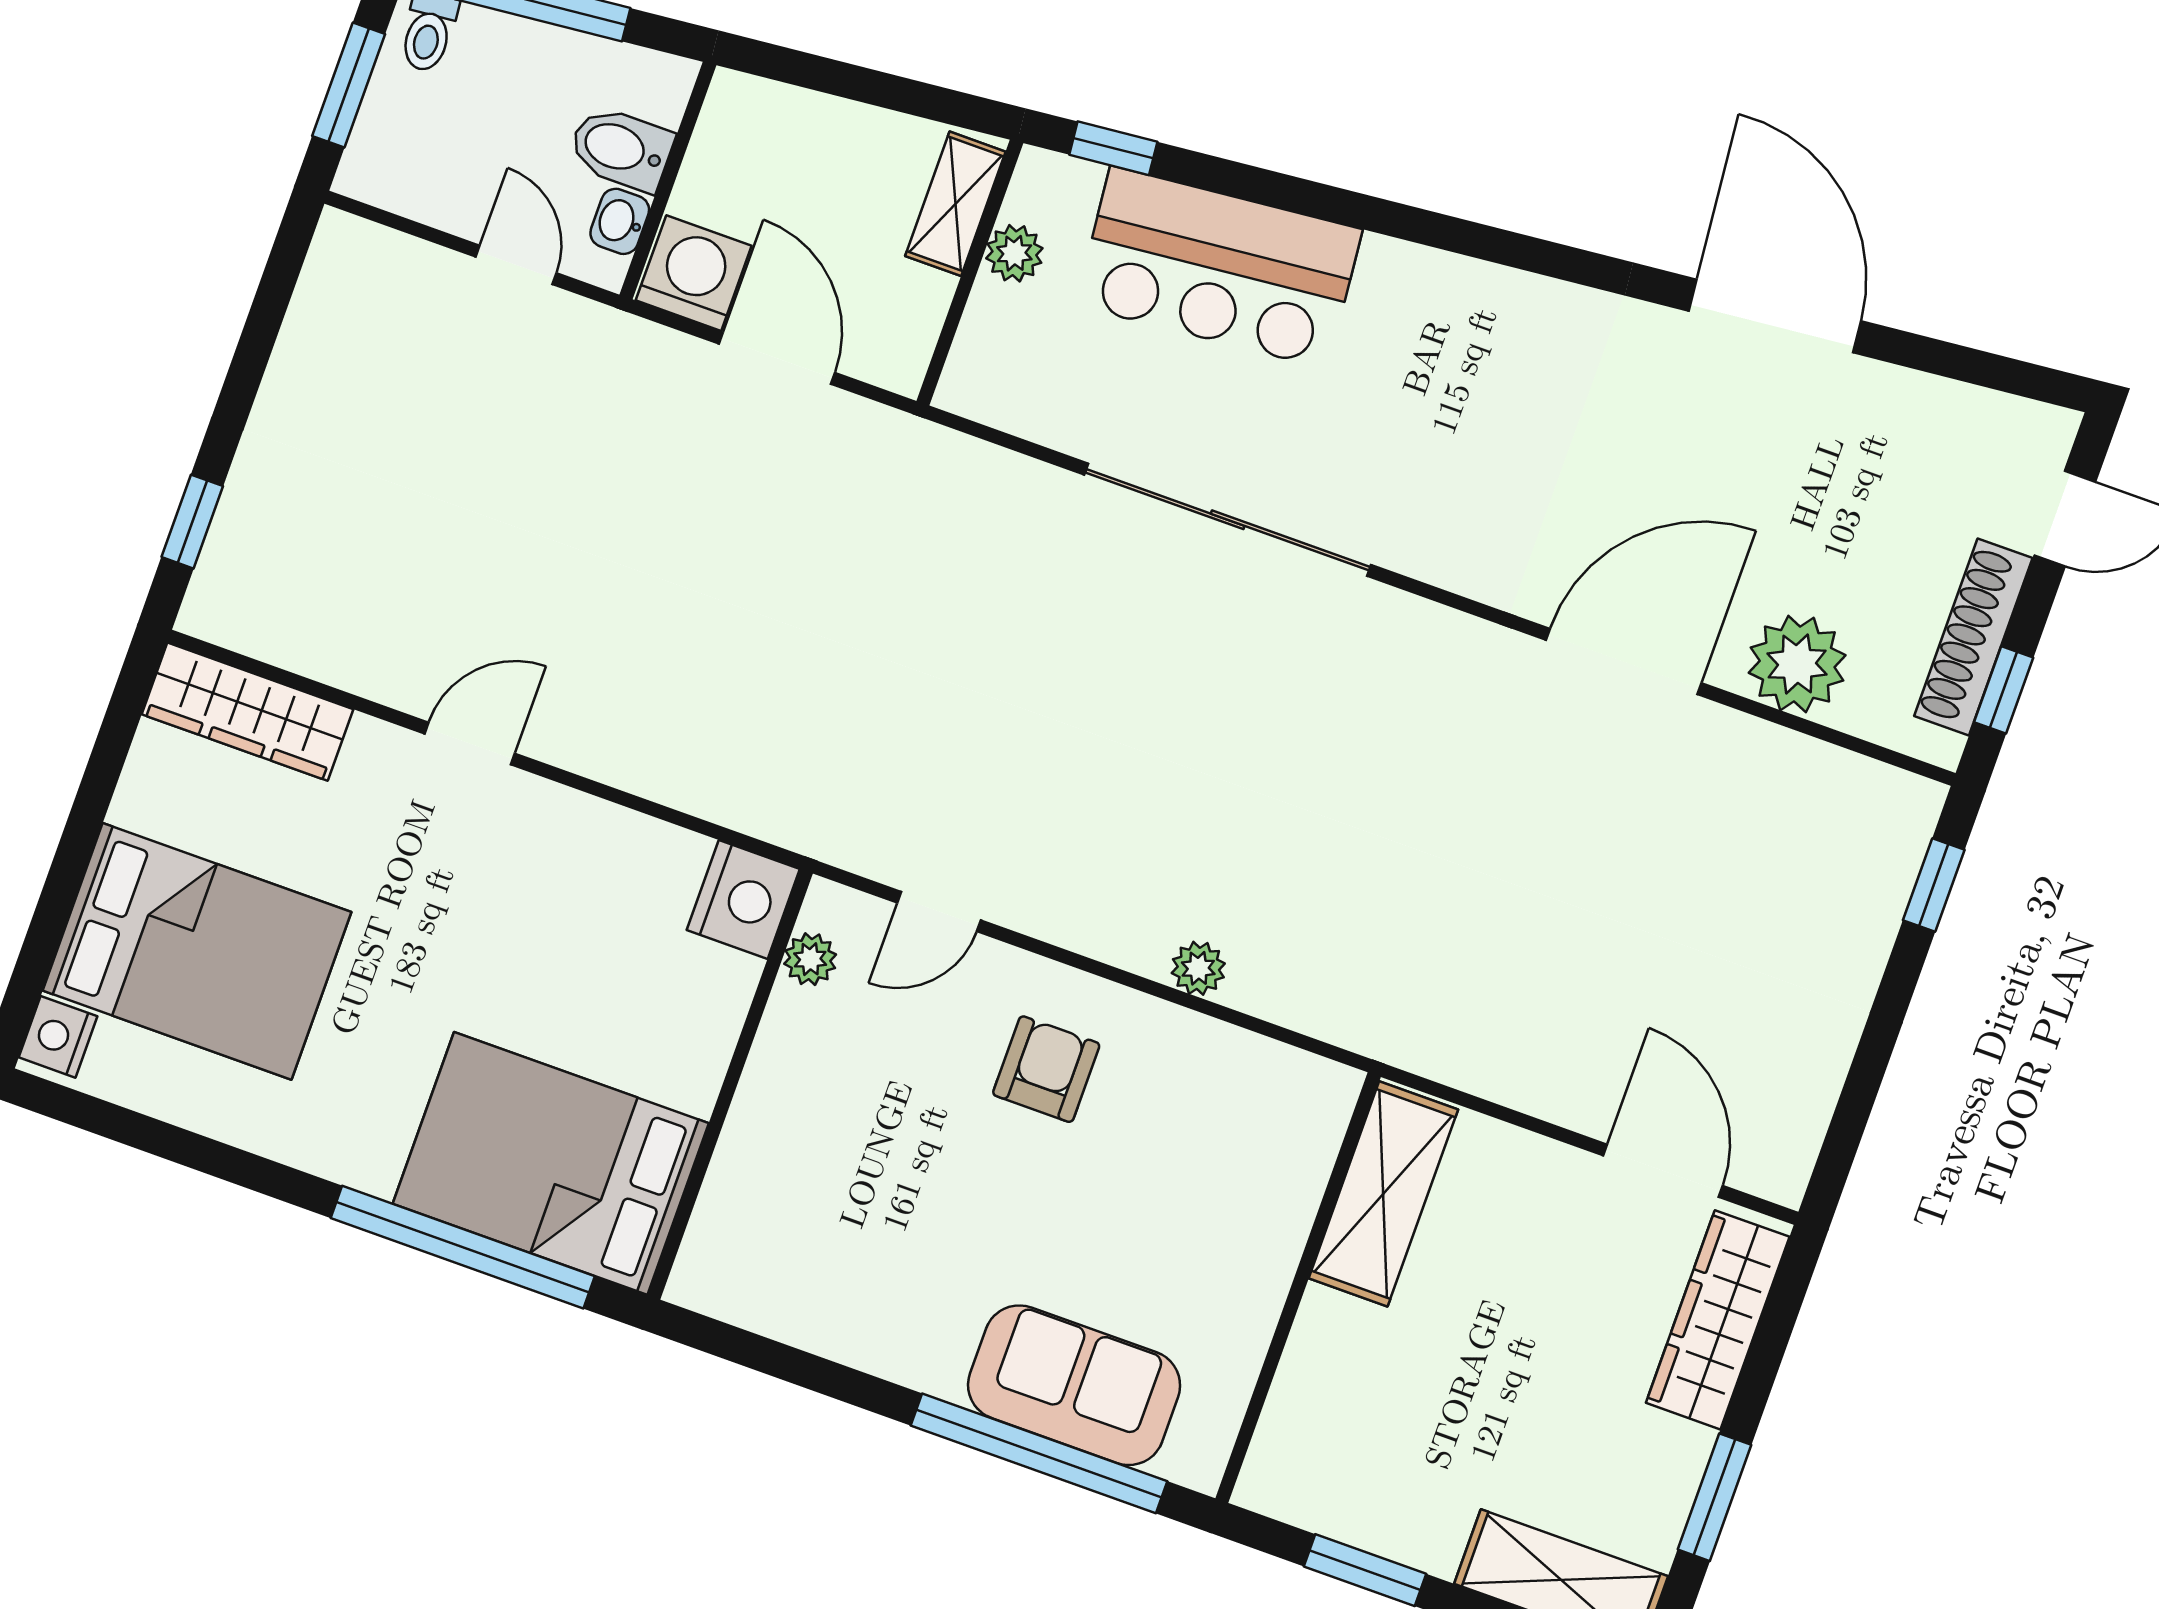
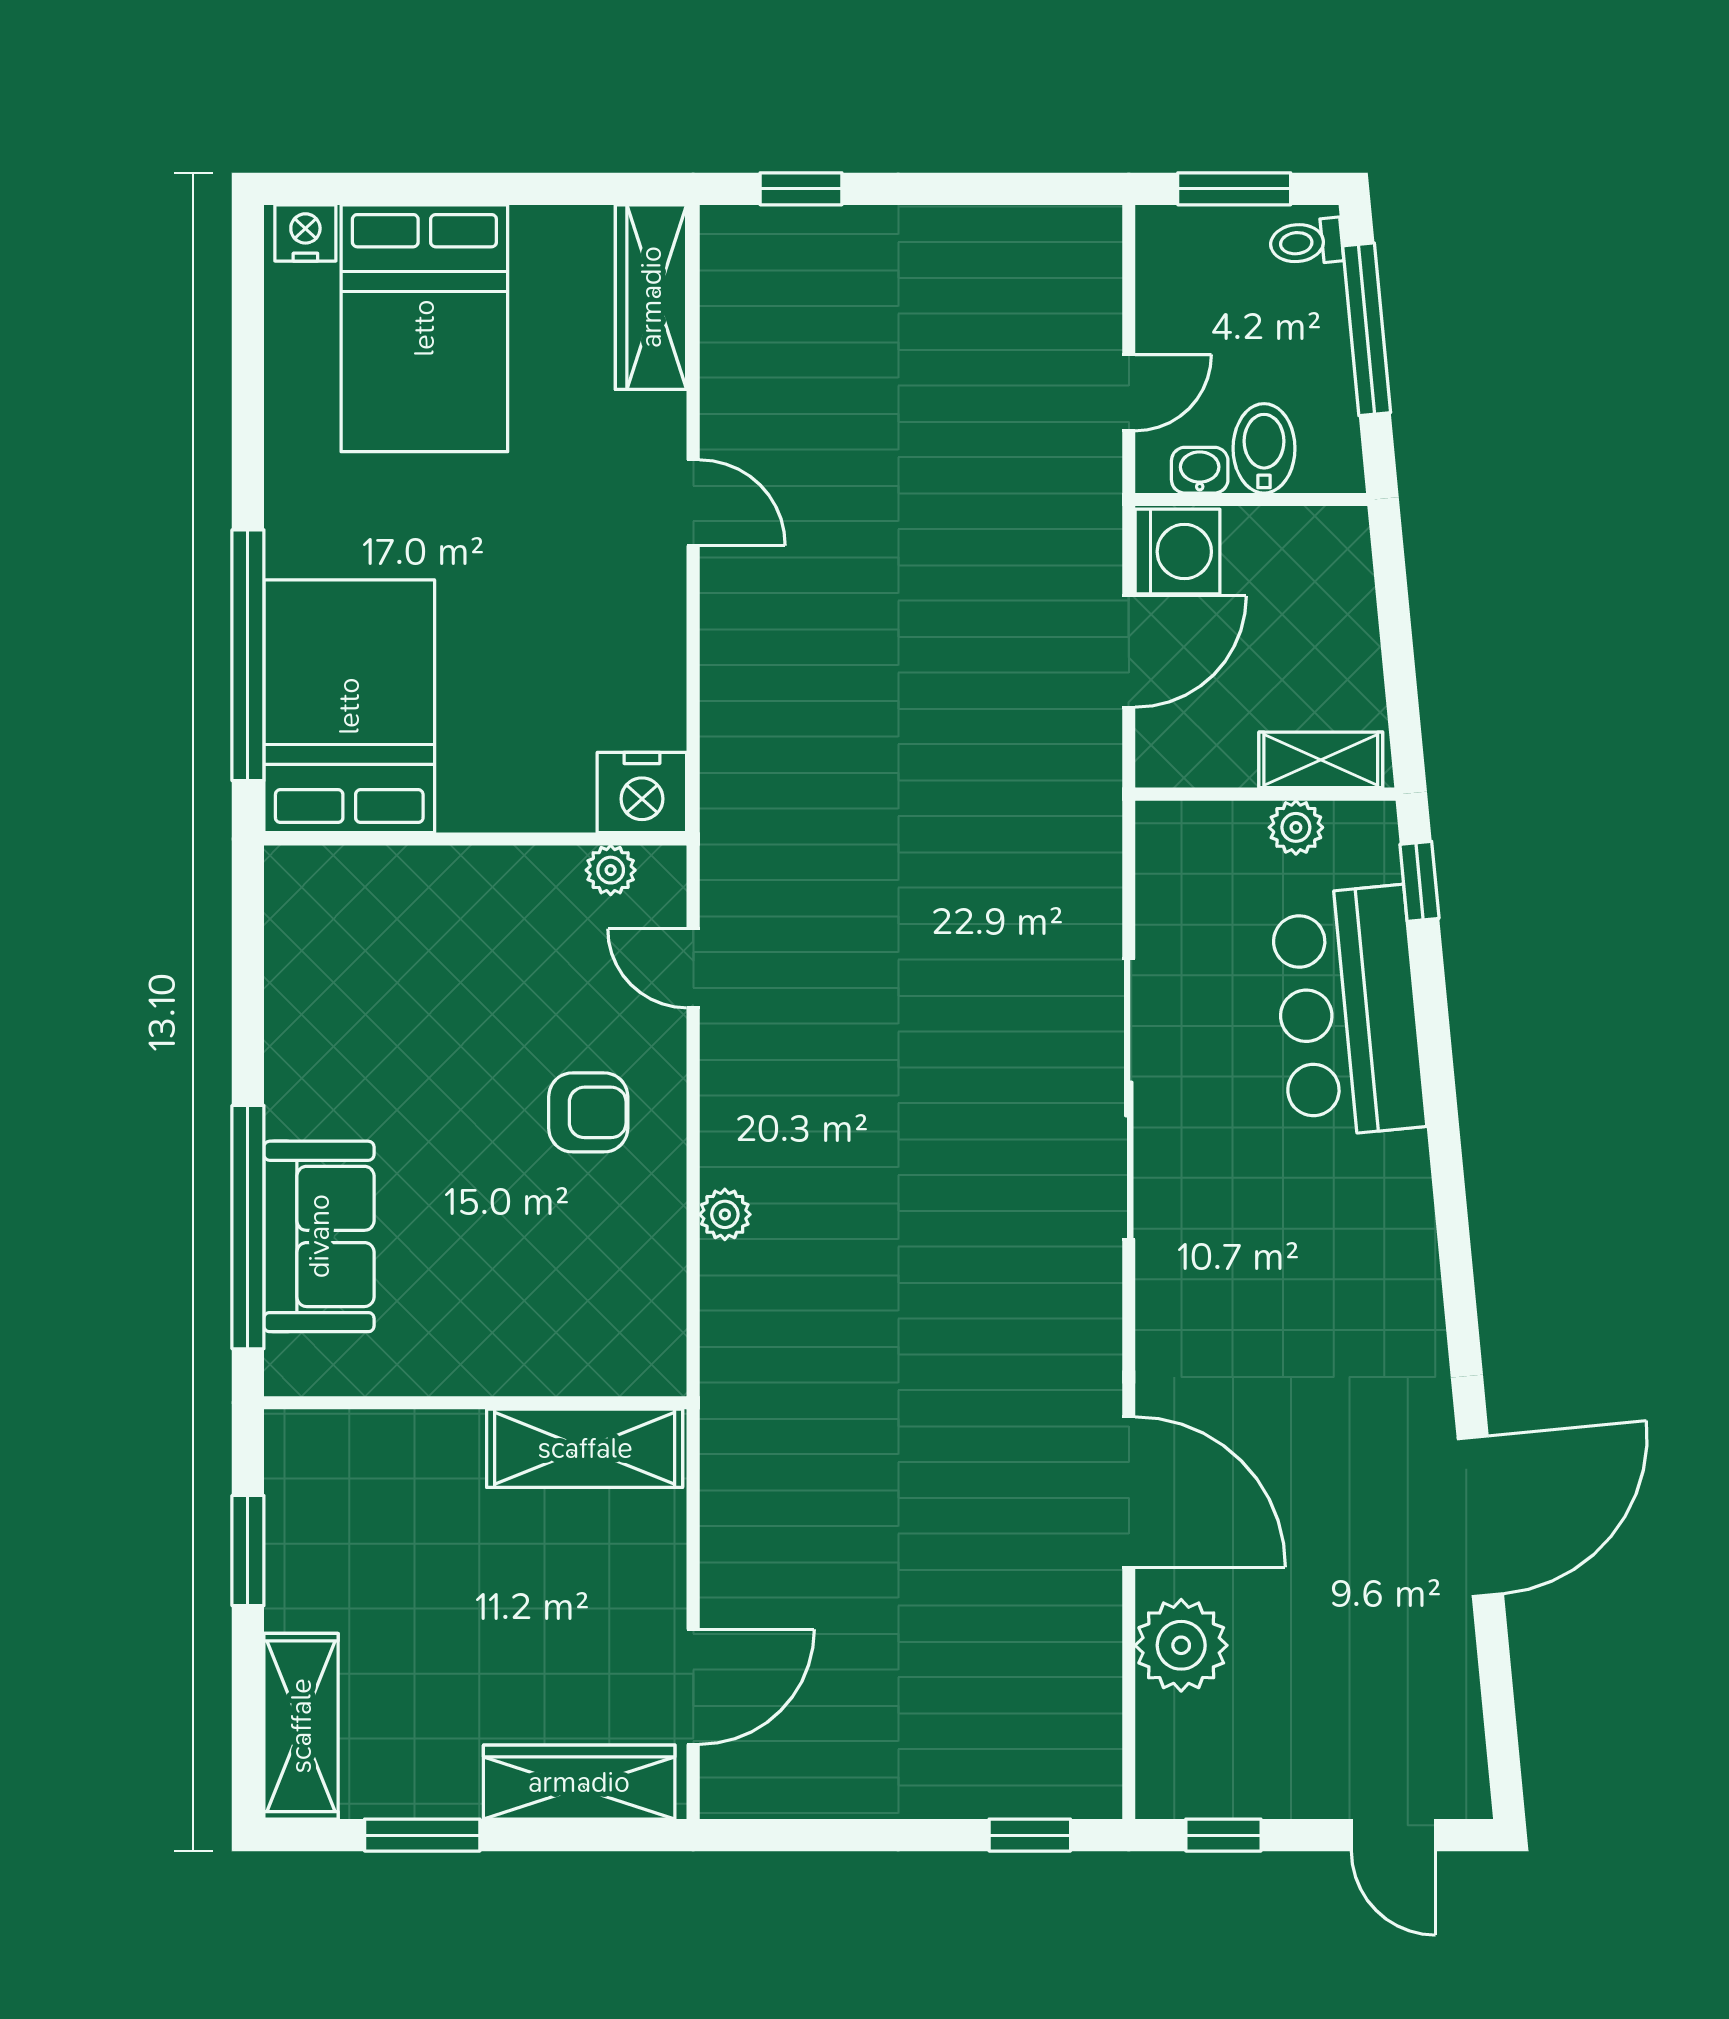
shoe rack: (1973, 637) -> (1260, 1792), removed

